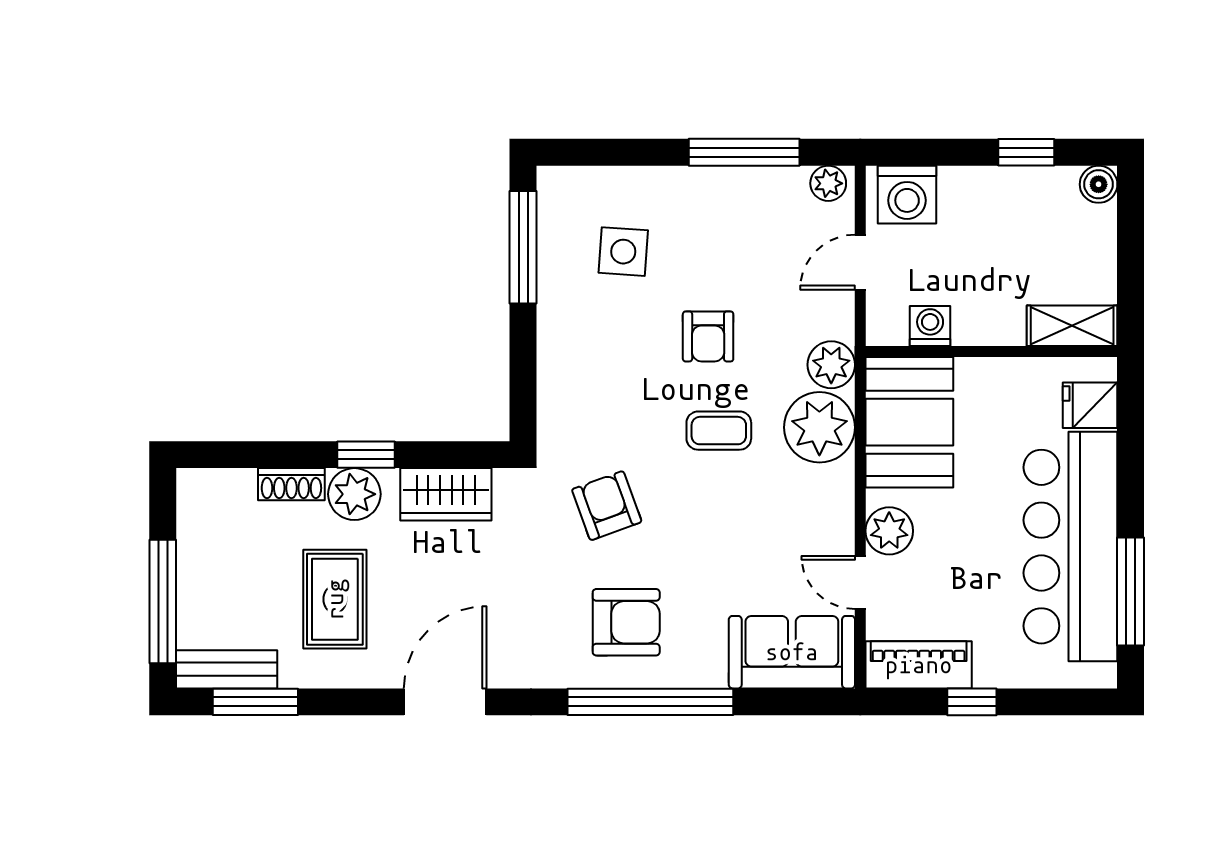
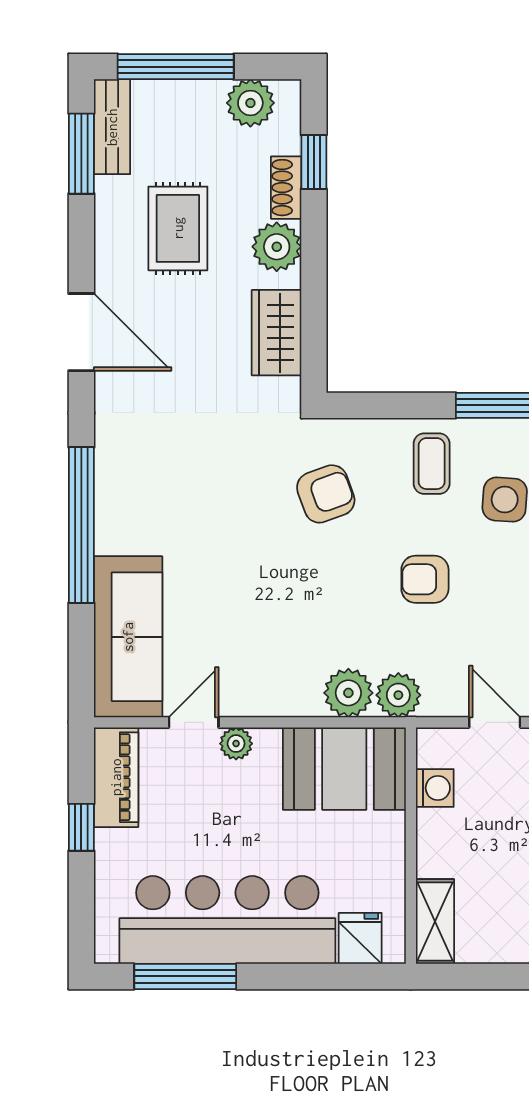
plant: (819, 427) -> (348, 693), width x0.73, depth x0.73
coffee table: (719, 431) -> (432, 464), moved
window: (366, 455) -> (314, 162), moved
armchair: (607, 506) -> (326, 494), moved
plant: (201, 522) -> (250, 103), added
plant: (889, 531) -> (236, 744), width x0.73, depth x0.73
rug: (335, 599) -> (178, 228), turned 90
armchair: (626, 622) -> (156, 502), removed
sofa: (792, 652) -> (128, 637), width x1.36

